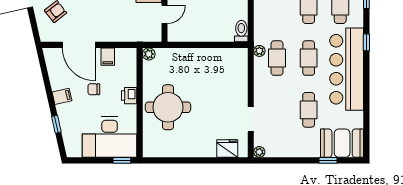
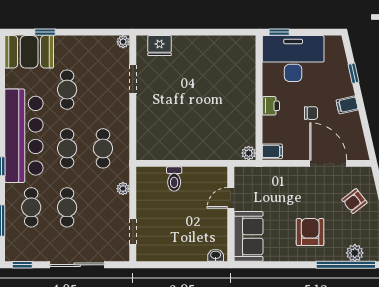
toilet: (241, 31) -> (174, 179), moved
plant: (259, 51) -> (123, 189), moved
filing cabinet: (108, 57) -> (272, 151), moved, turned 90
round table: (168, 107) -> (227, 93), removed

